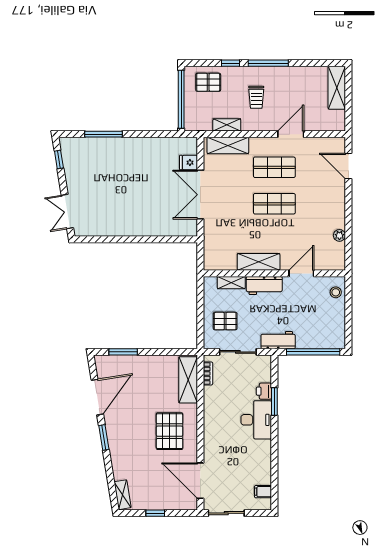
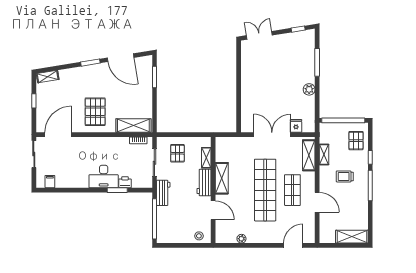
plant: (140, 145) -> (309, 89), added
shop shelf: (274, 204) -> (265, 190), width x2.00, depth x1.36
pallet: (170, 431) -> (95, 112), turned 90

